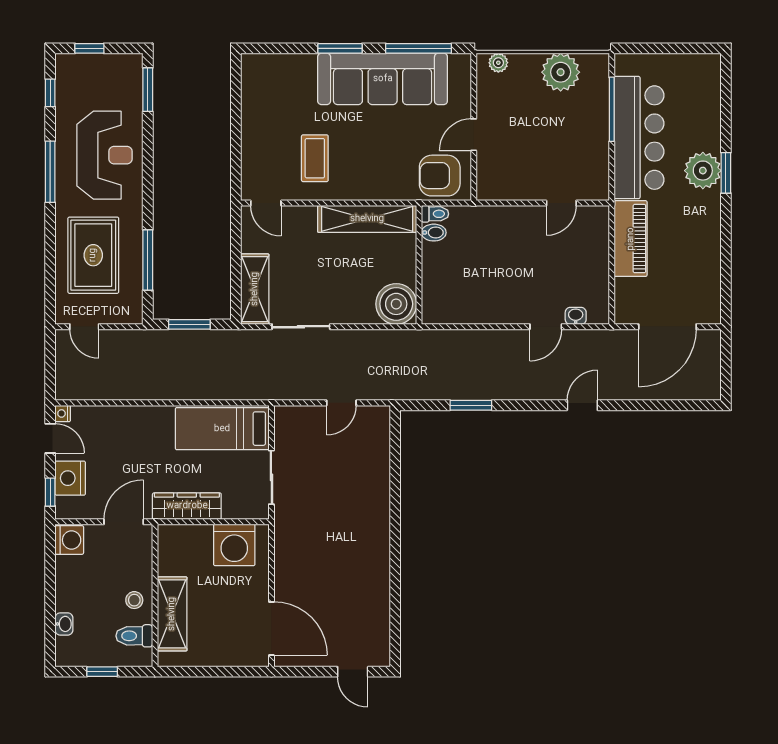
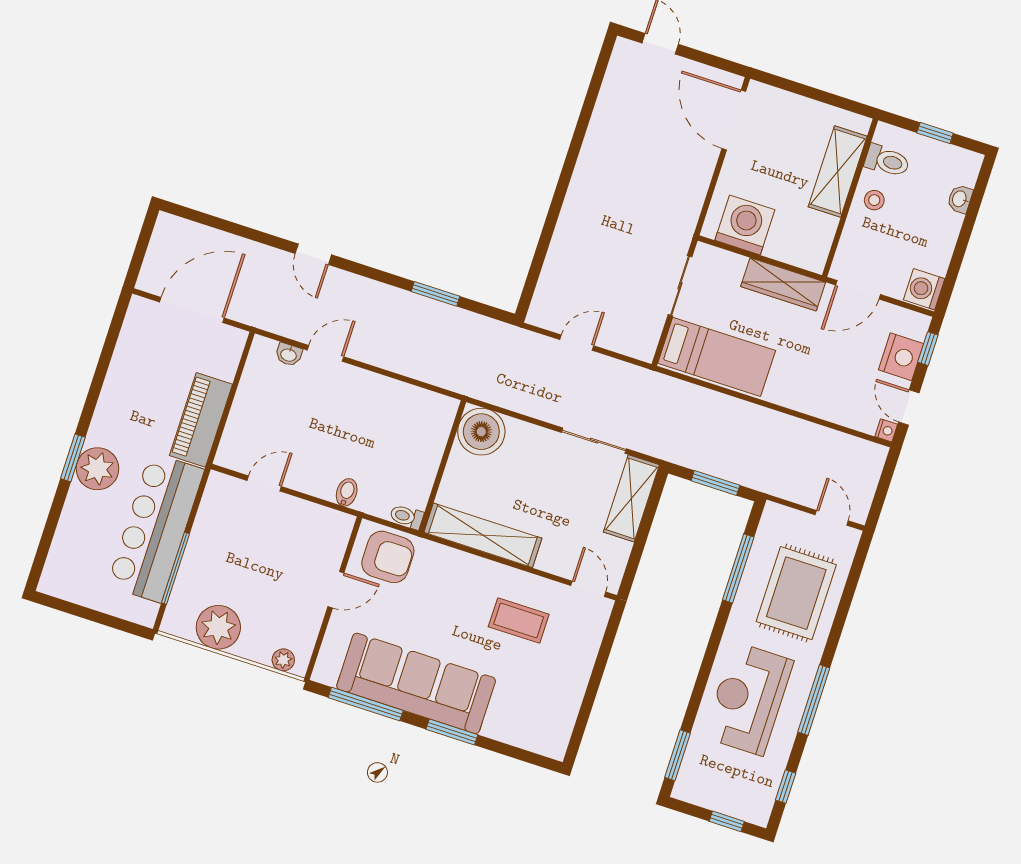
coffee table: (315, 158) -> (519, 621), turned 90
bidet: (434, 233) -> (347, 492), moved, turned 90
door: (582, 405) -> (313, 254), hinge flipped

